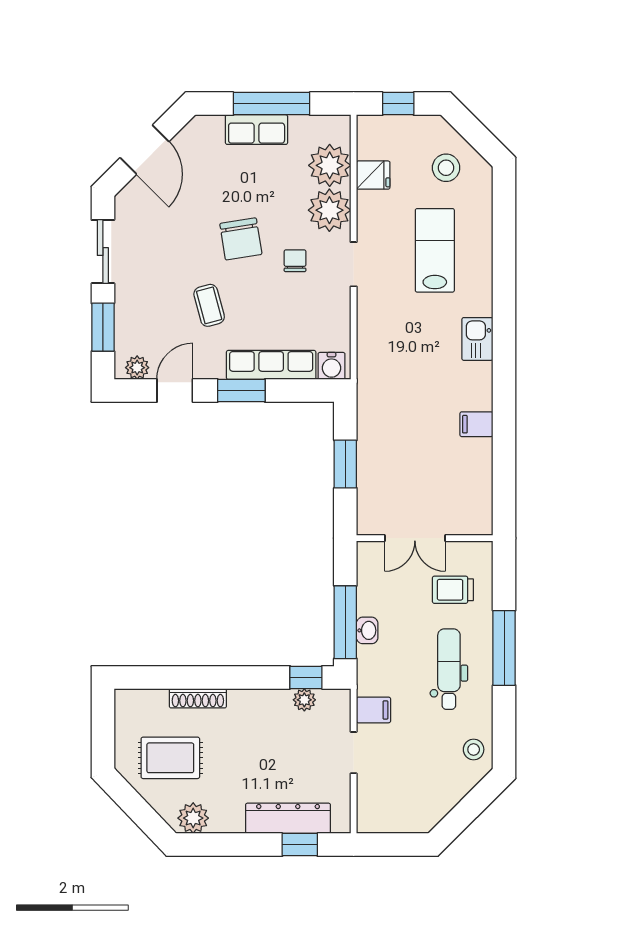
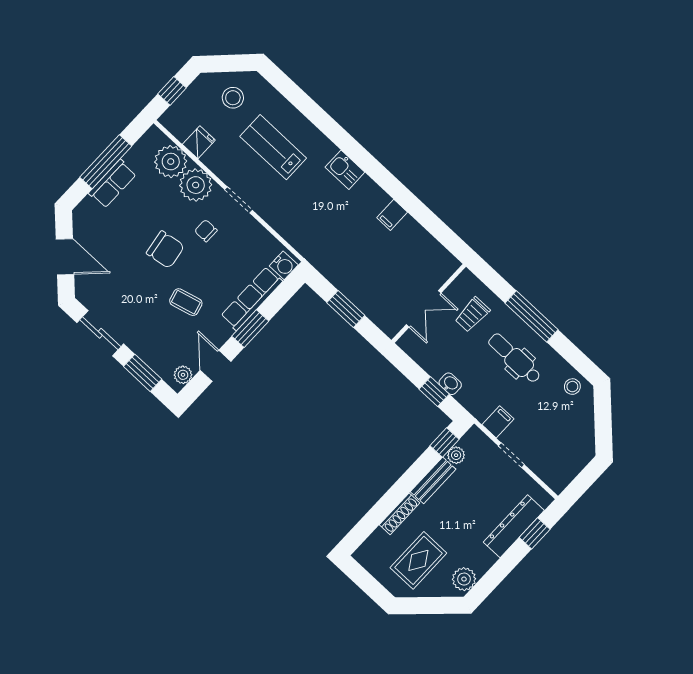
window: (345, 622) -> (434, 392), width x0.46
bench: (260, 700) -> (433, 480), added

